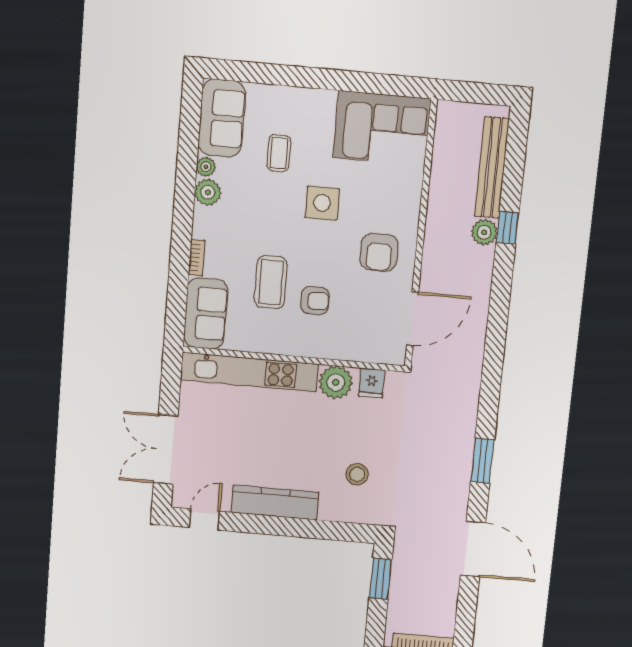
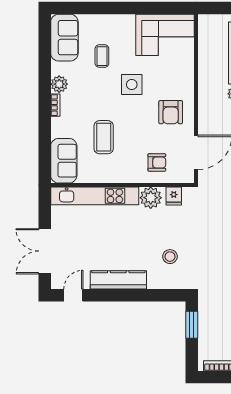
plant: (206, 167) -> (57, 68), removed
bookcase: (197, 258) -> (55, 105), moved
armchair: (315, 301) -> (157, 162), moved

